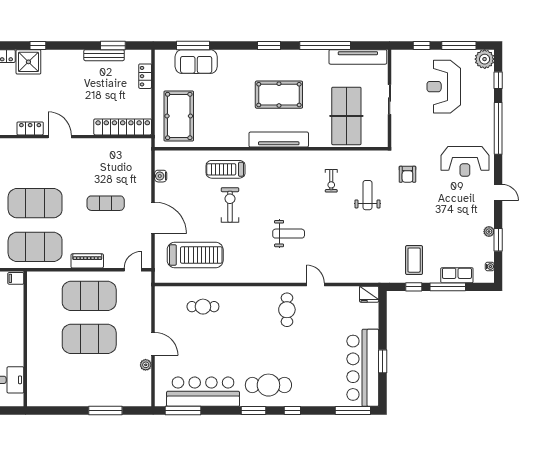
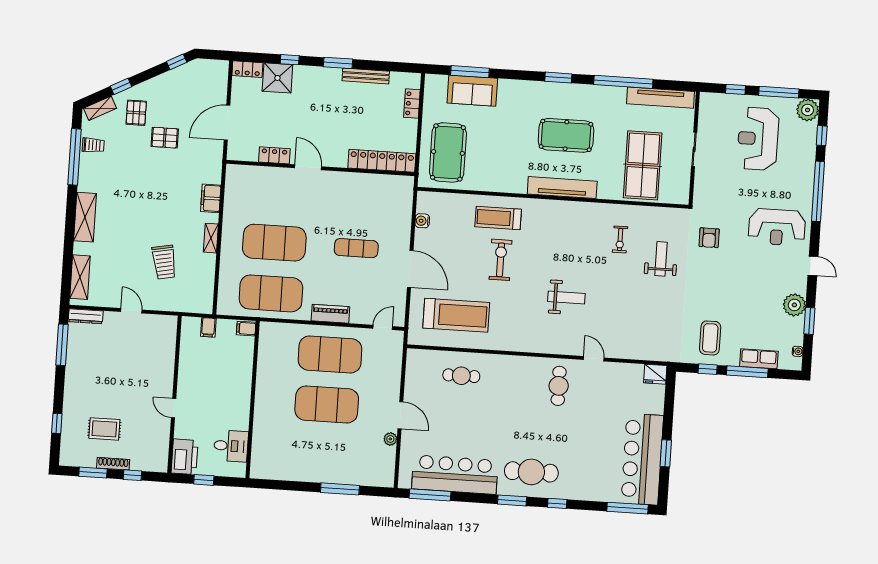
window: (113, 46) -> (338, 63), moved
plant: (489, 232) -> (794, 305), width x1.88, depth x1.88

